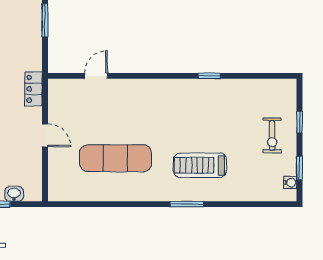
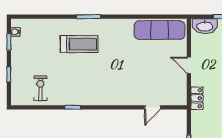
exercise bike: (272, 135) -> (40, 88), moved
exercise mat: (116, 158) -> (159, 30), moved
washbasin: (14, 194) -> (205, 26), width x1.91, depth x1.45

